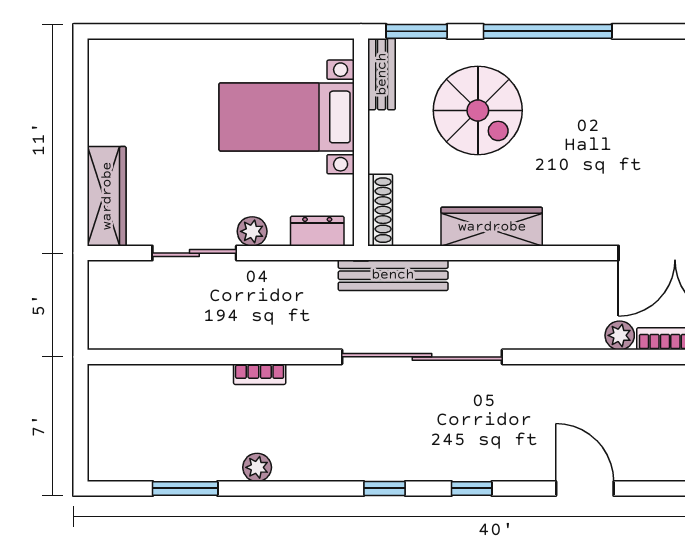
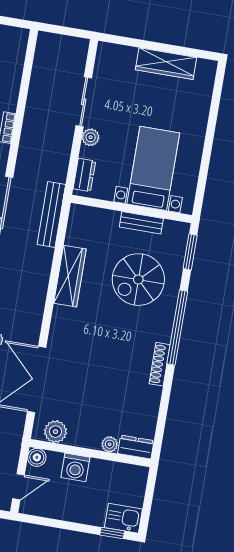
bench: (382, 74) -> (141, 223), moved
wardrobe: (107, 196) -> (166, 64), moved
shoe rack: (380, 210) -> (160, 364), moved, turned 90

